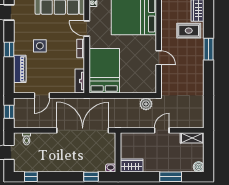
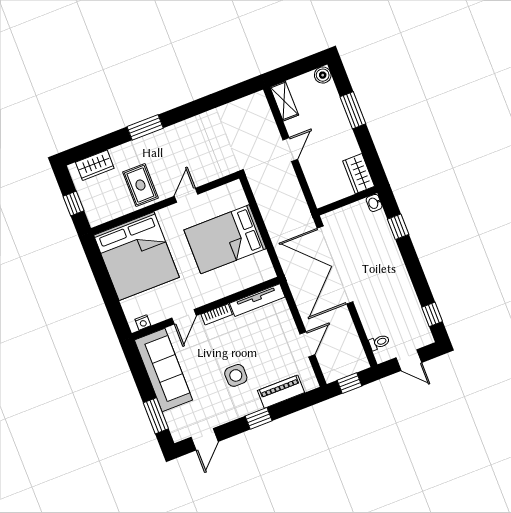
rug: (189, 31) -> (140, 185), moved
bed: (104, 71) -> (225, 239), moved
tv unit: (80, 81) -> (257, 300), width x1.41
door: (42, 96) -> (307, 344), hinge flipped
plant: (146, 104) -> (261, 188), removed
door: (162, 130) -> (290, 150), swing flipped

